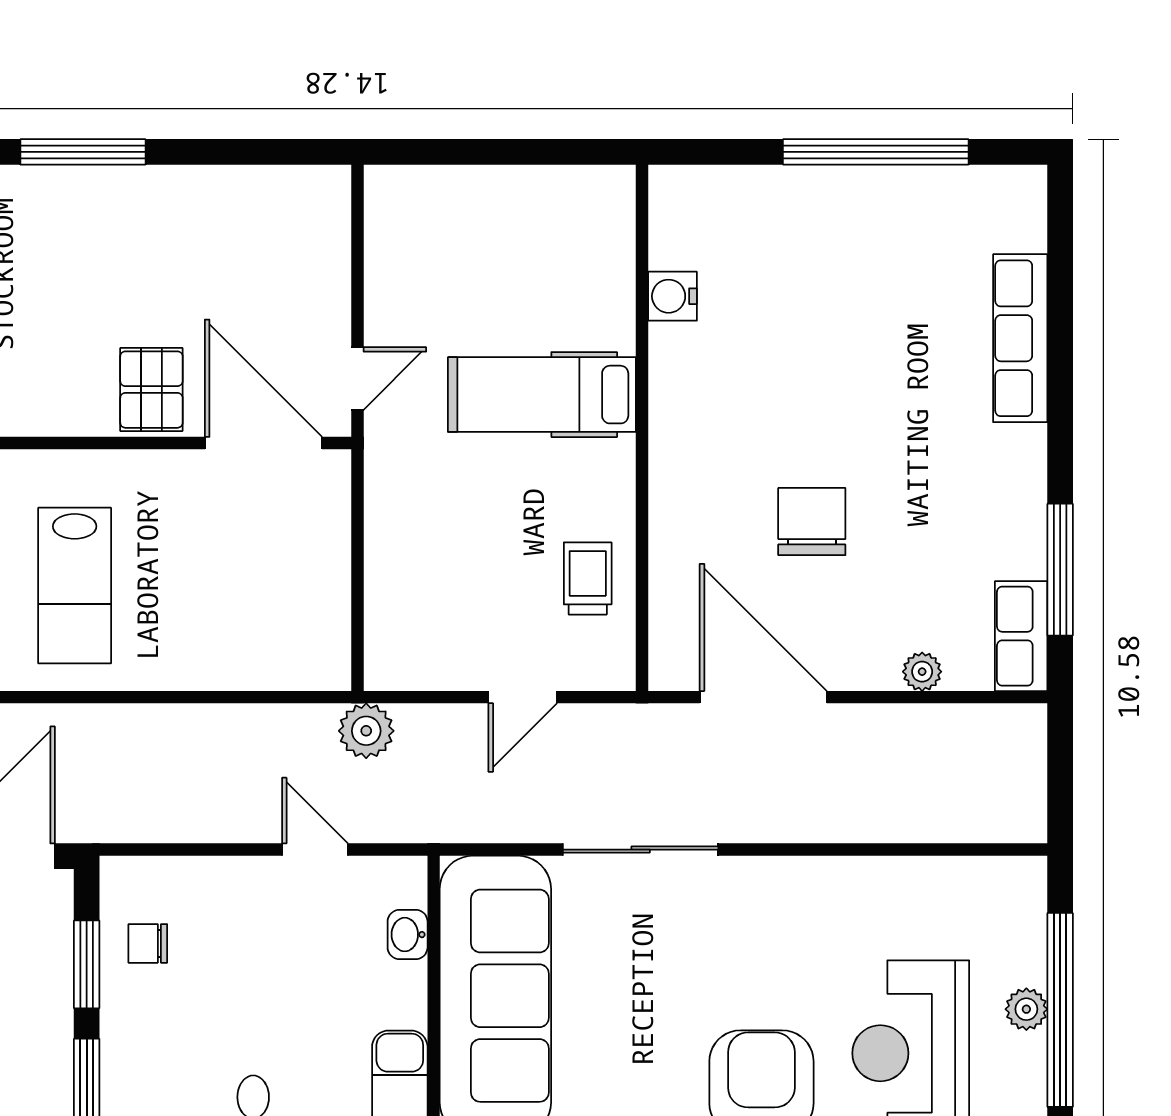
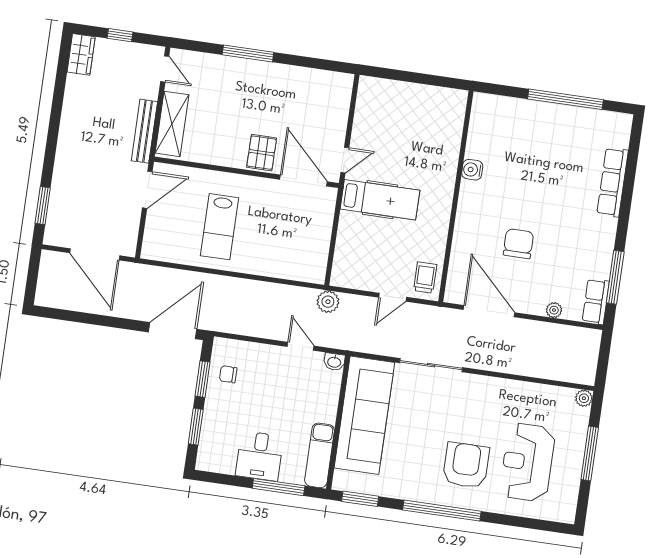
water cooler: (672, 296) -> (472, 170), moved
hospital bed: (542, 395) -> (380, 200), moved, turned 180
trolley: (588, 578) -> (425, 278), moved
washbasin: (408, 935) -> (334, 362), moved, turned -90
plant: (1026, 1009) -> (584, 398), moved
window: (1060, 1010) -> (590, 454), width x0.68

